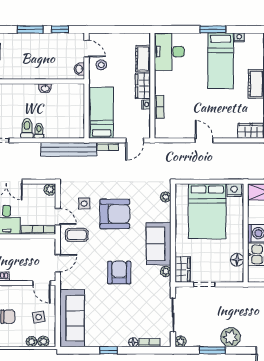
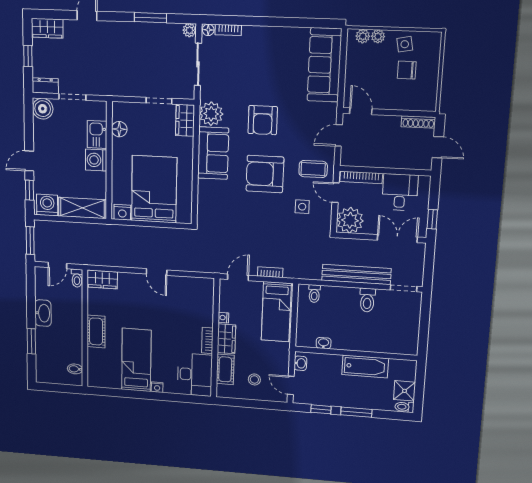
window: (213, 29) -> (145, 395), removed
nightstand: (239, 37) -> (157, 387), moved
stool: (101, 65) -> (254, 379), moved
bathtub: (25, 71) -> (365, 366), added
washbasin: (45, 88) -> (324, 343), moved
bookcase: (159, 107) -> (207, 341), moved
toilet: (39, 131) -> (314, 294), moved
bench: (69, 149) -> (356, 274), moved
plant: (50, 189) -> (350, 220), width x1.87, depth x1.87
plant: (166, 197) -> (203, 209), removed
armchair: (115, 214) -> (265, 174), moved
plant: (166, 271) -> (211, 114), width x1.88, depth x1.88
side table: (39, 317) -> (405, 44), moved
plant: (231, 337) -> (128, 34), removed
floor lamp: (133, 342) -> (208, 30), moved
window: (109, 350) -> (280, 22), removed

